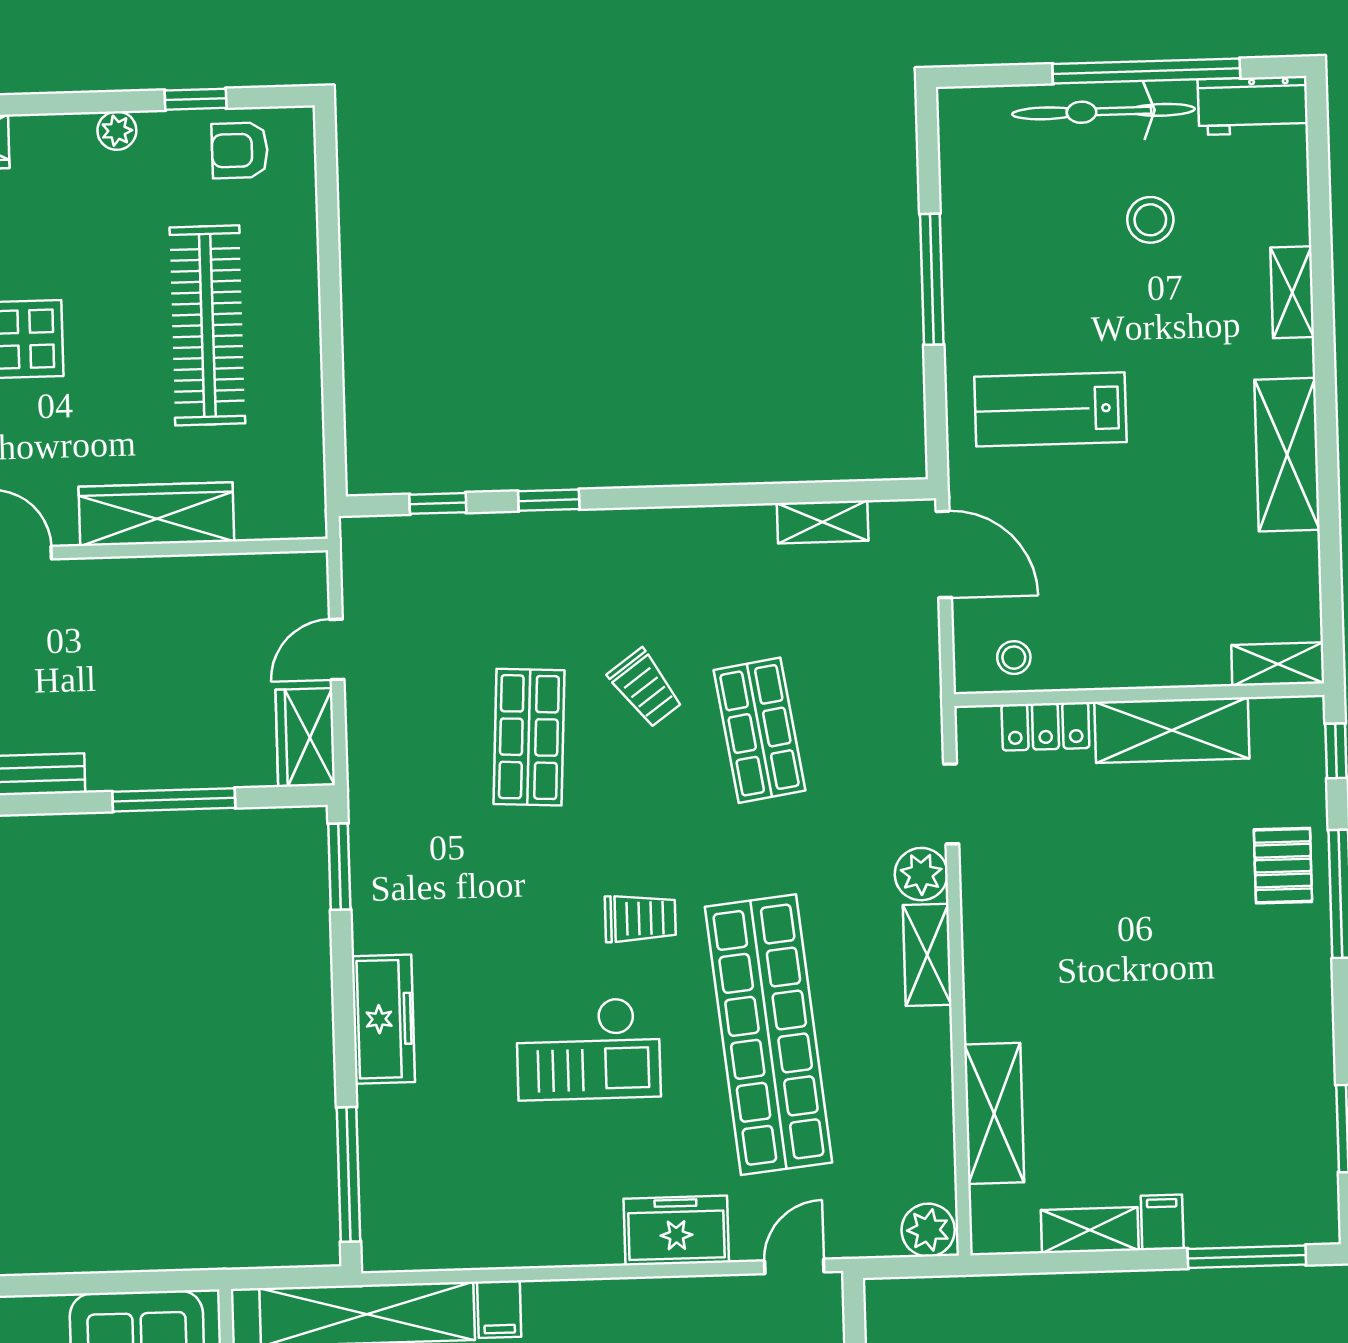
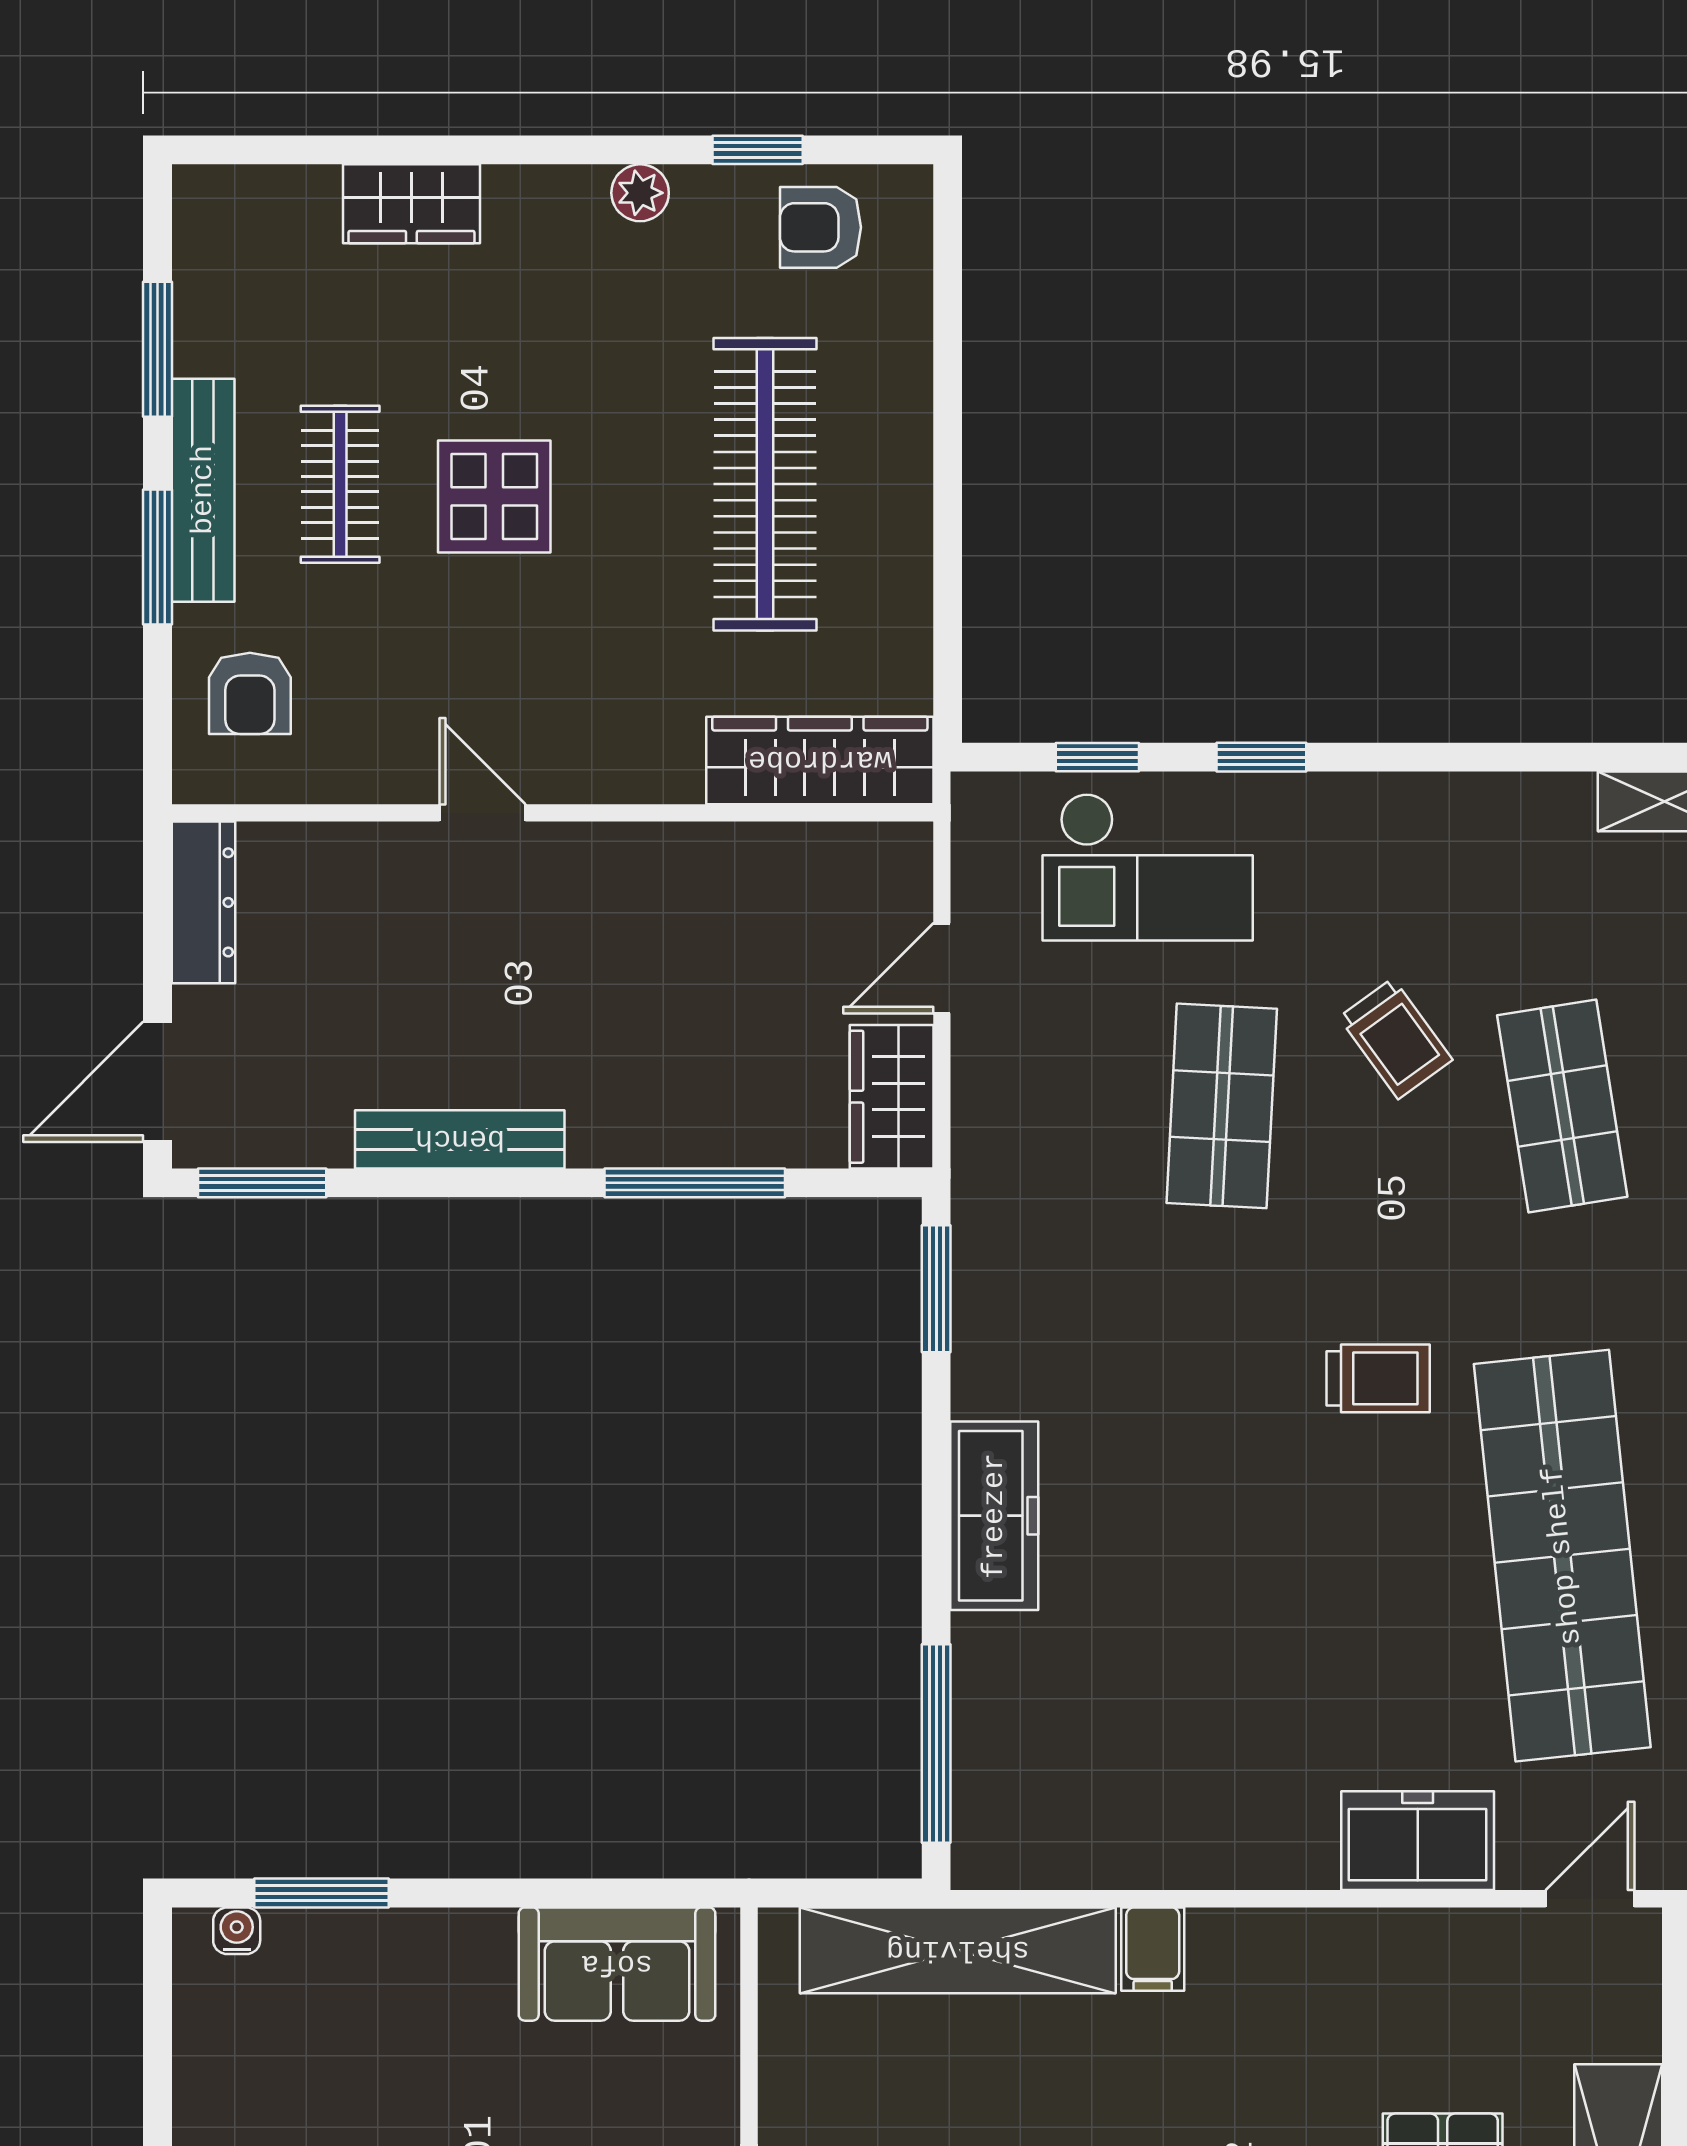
wardrobe: (156, 514) -> (820, 760), moved
checkout: (588, 1049) -> (1148, 867), moved

